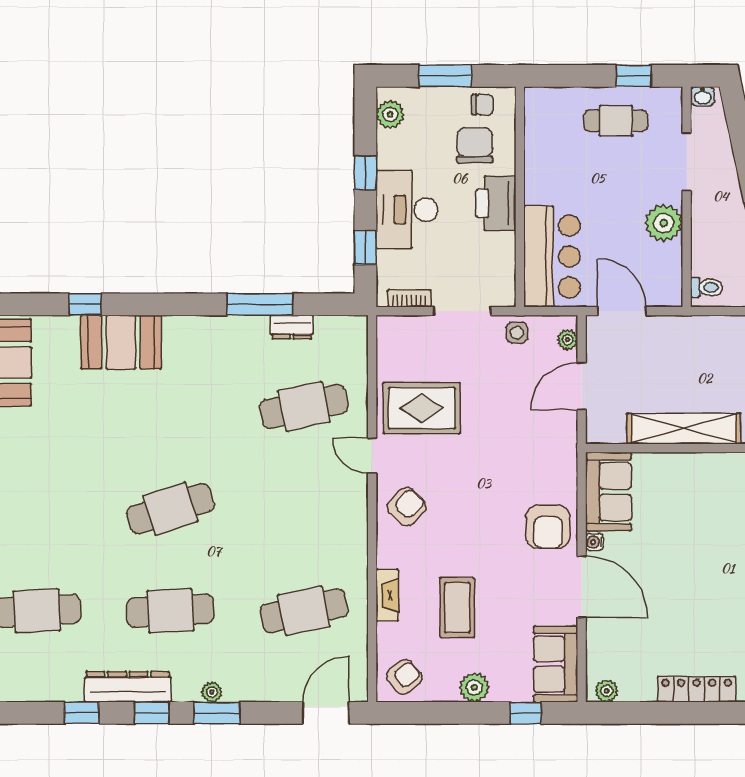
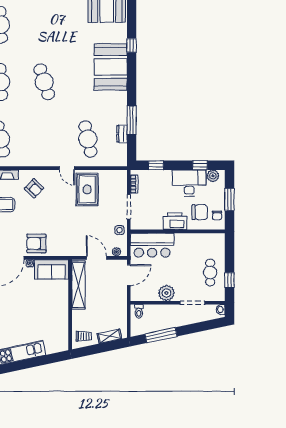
window: (365, 173) -> (200, 165), moved
desk: (407, 210) -> (189, 183), moved
booth: (121, 342) -> (111, 67), width x1.36, depth x1.42
shelving: (684, 429) -> (78, 285), moved
door: (372, 456) -> (67, 168), swing flipped
armchair: (407, 507) -> (34, 188), moved

